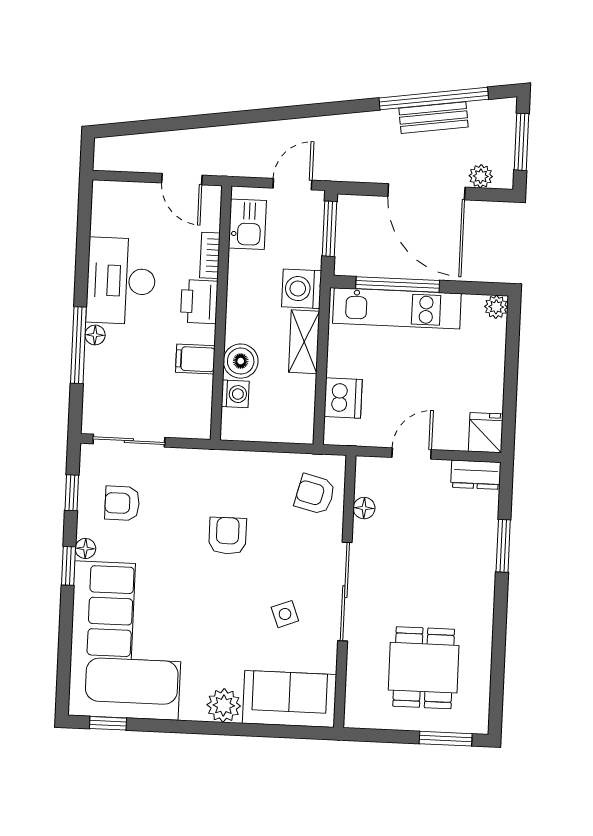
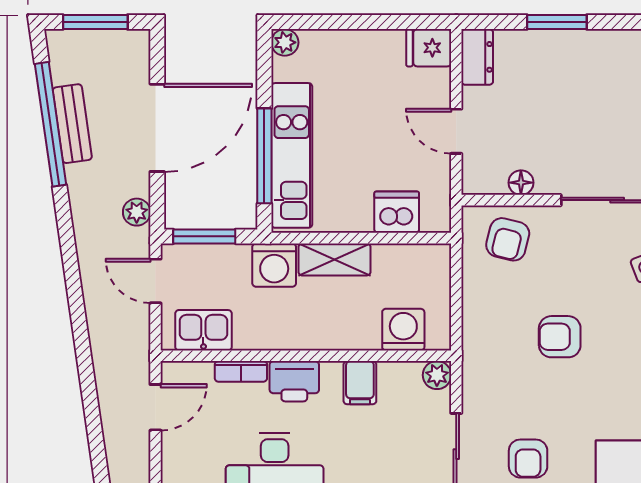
plant: (481, 176) -> (137, 212), moved
boiler: (241, 361) -> (360, 331), removed
washing machine: (235, 394) -> (403, 330), width x1.38, depth x1.38
plant: (199, 427) -> (437, 375), added

